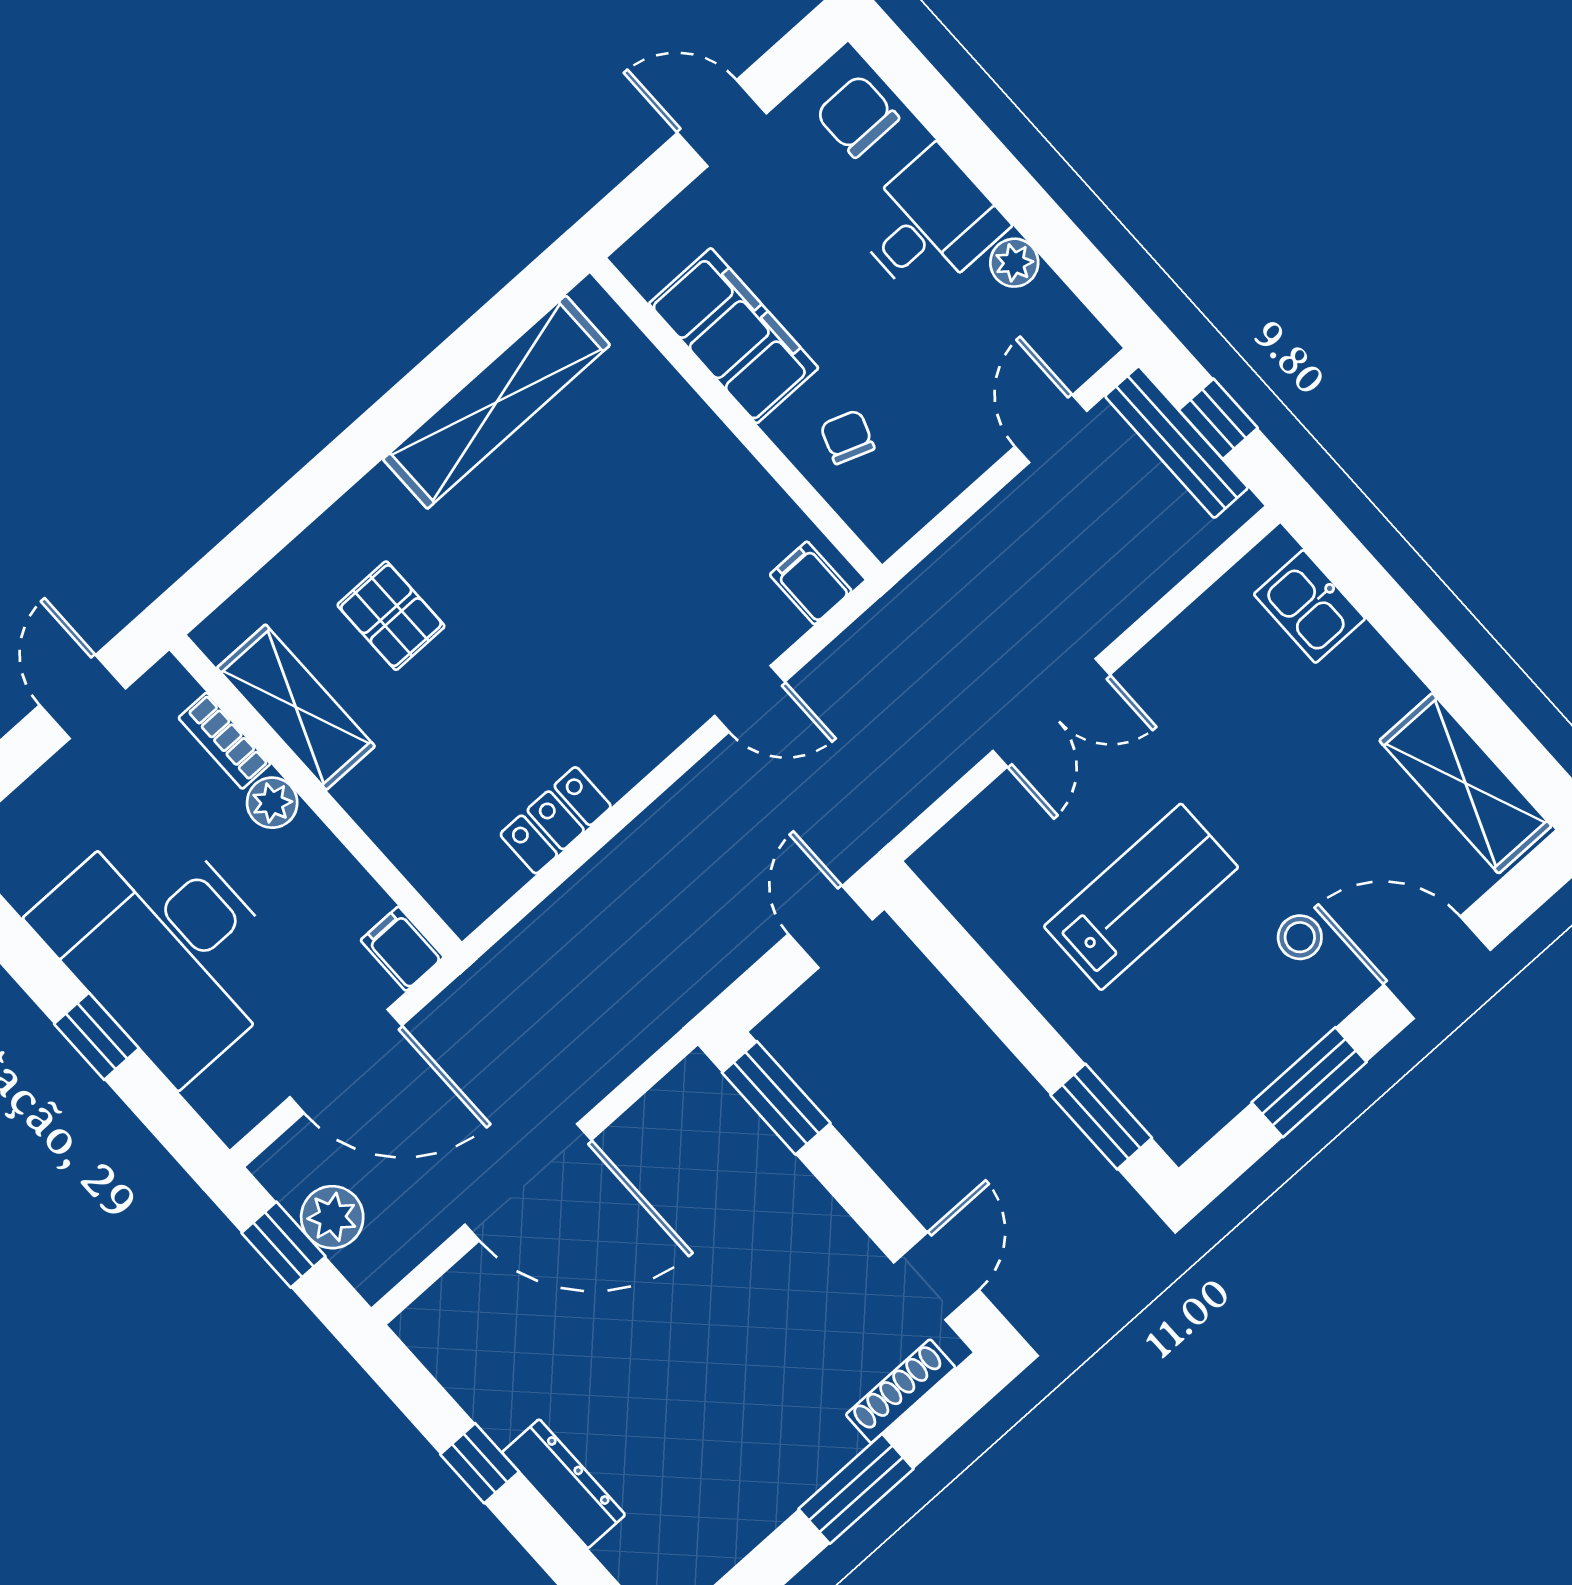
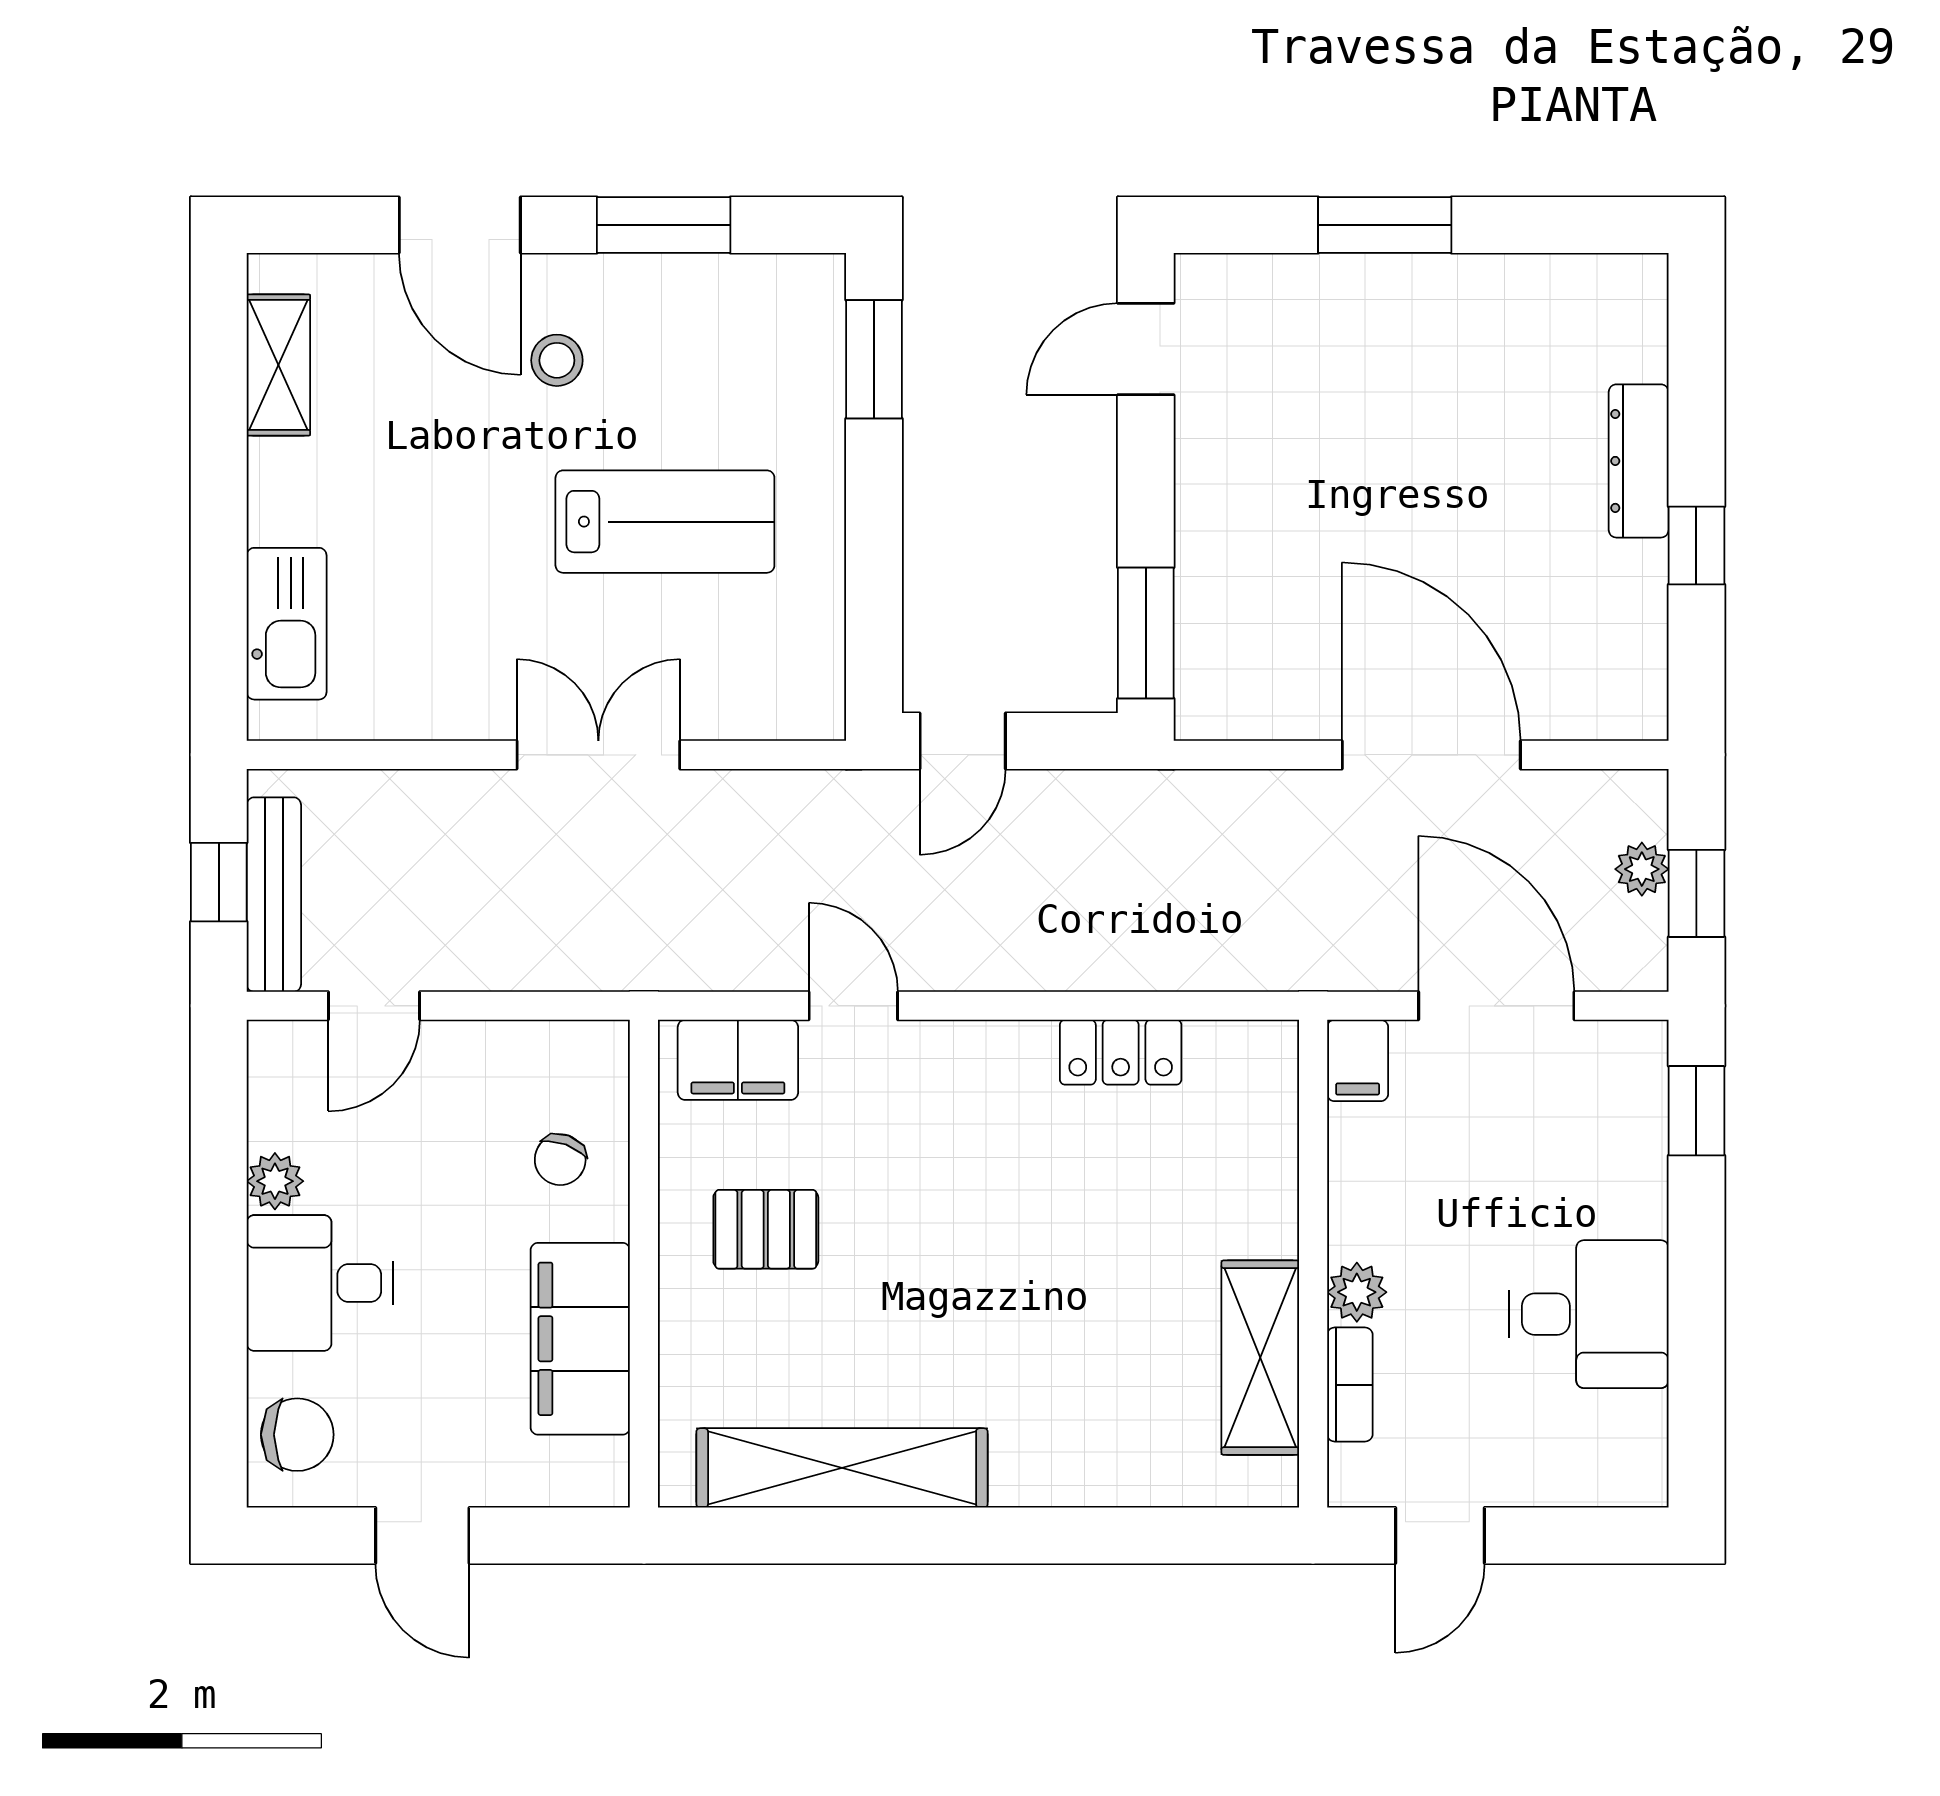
chair: (857, 116) -> (297, 1435), turned -90
filing cabinet: (811, 583) -> (738, 1060), width x2.00
kitchen sink: (1309, 606) -> (287, 624), width x1.38
pallet: (391, 616) -> (766, 1229), moved, turned 90
shelving: (1465, 783) -> (278, 365), width x0.67, depth x0.75
lab bench: (1141, 897) -> (665, 522), turned 180
desk: (165, 947) -> (1589, 1314), width x0.53, depth x0.77
window: (97, 1036) -> (1696, 1111), moved
plant: (332, 1217) -> (1642, 869), width x0.73, depth x0.73
shoe rack: (901, 1391) -> (1268, 276), removed

